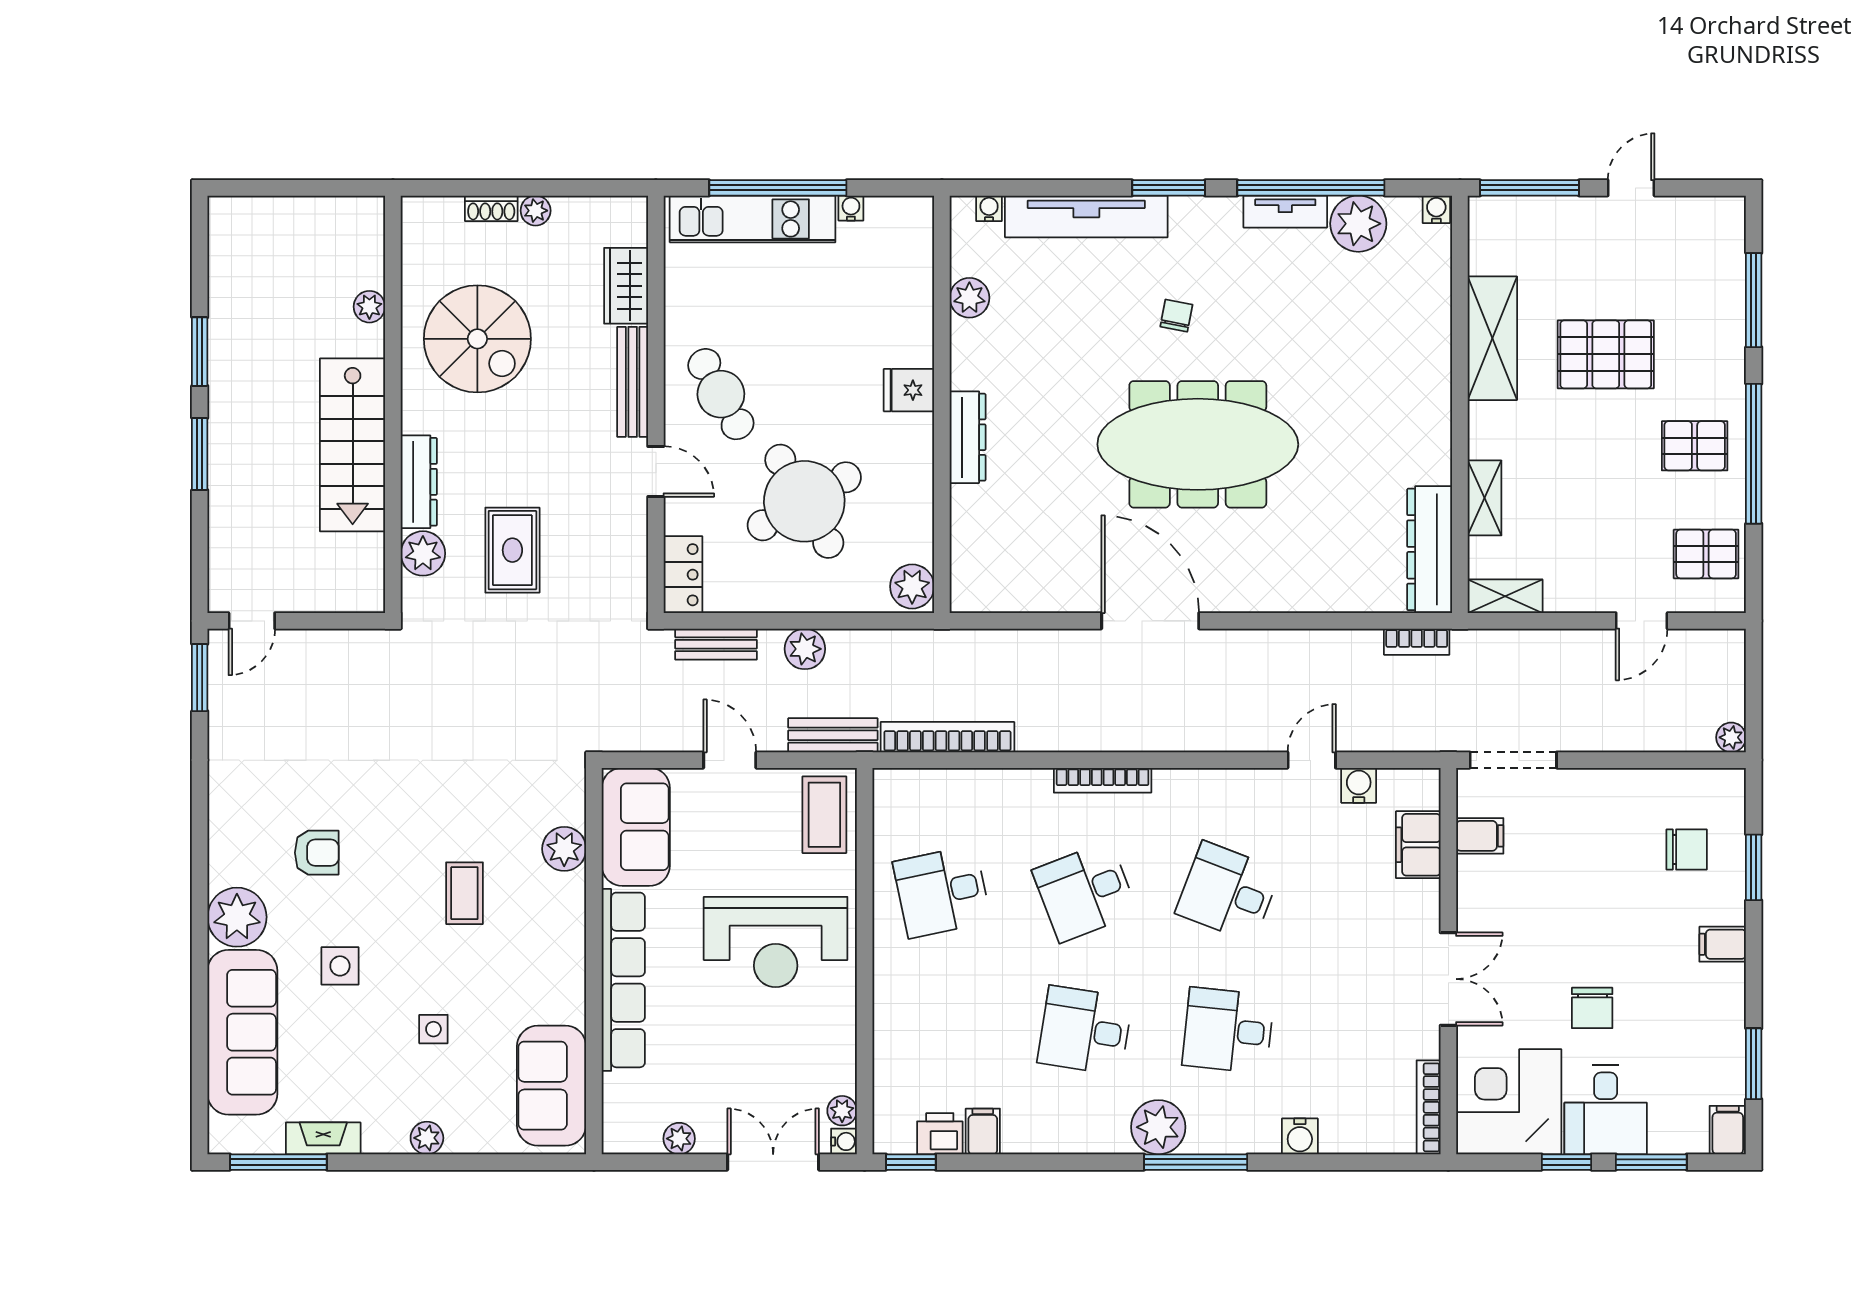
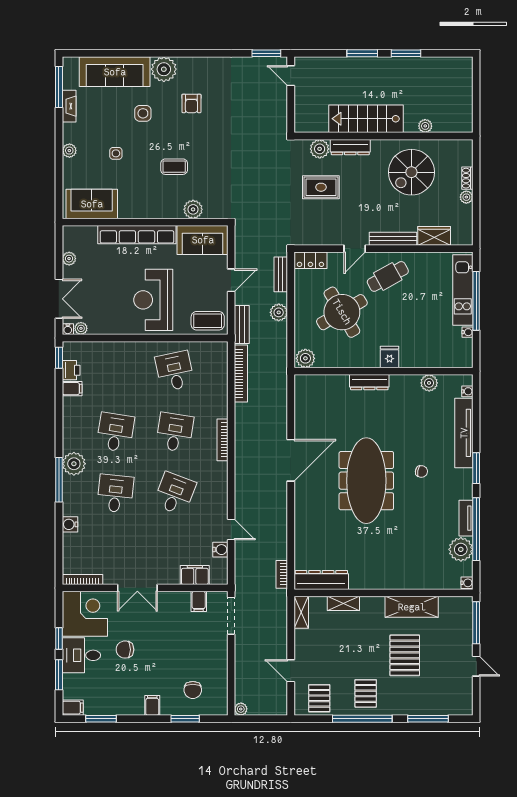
desk: (1085, 892) -> (175, 432), turned 30

